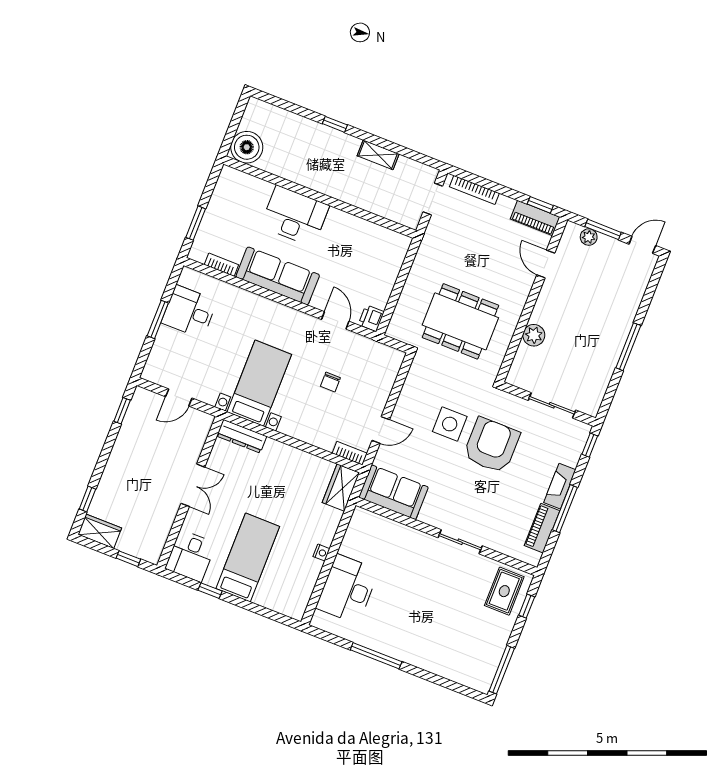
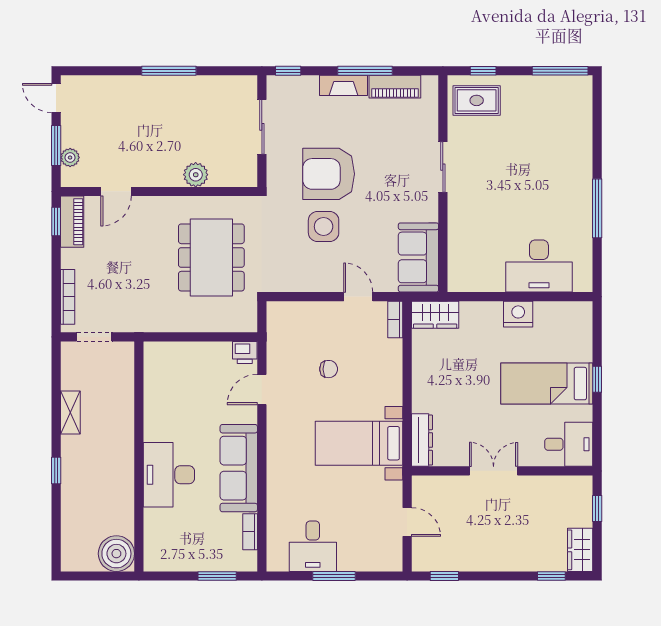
nightstand: (321, 553) -> (518, 314), width x1.89, depth x1.79
window: (210, 591) -> (597, 379), moved

